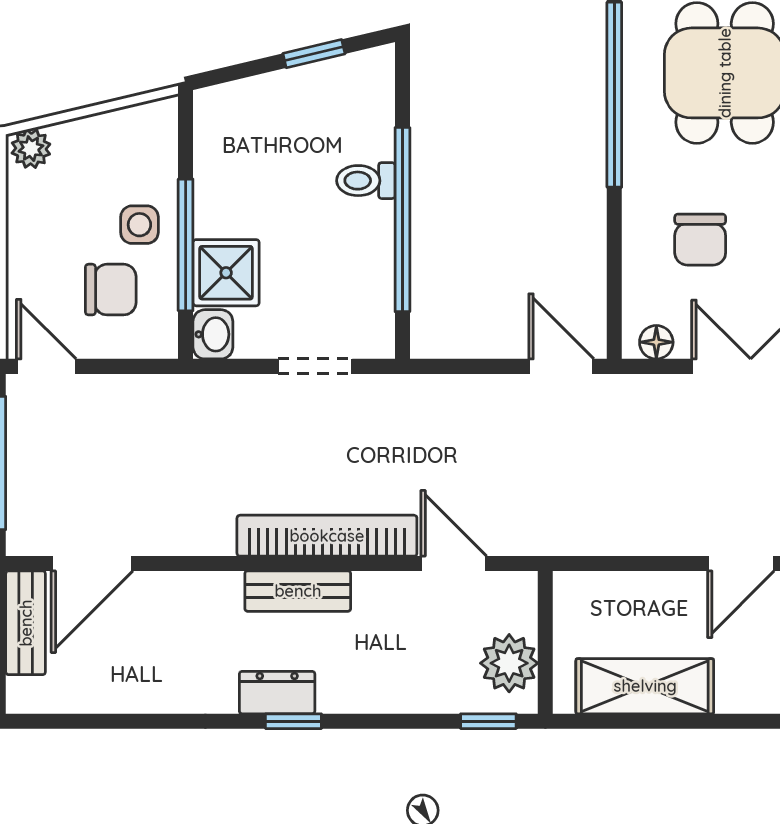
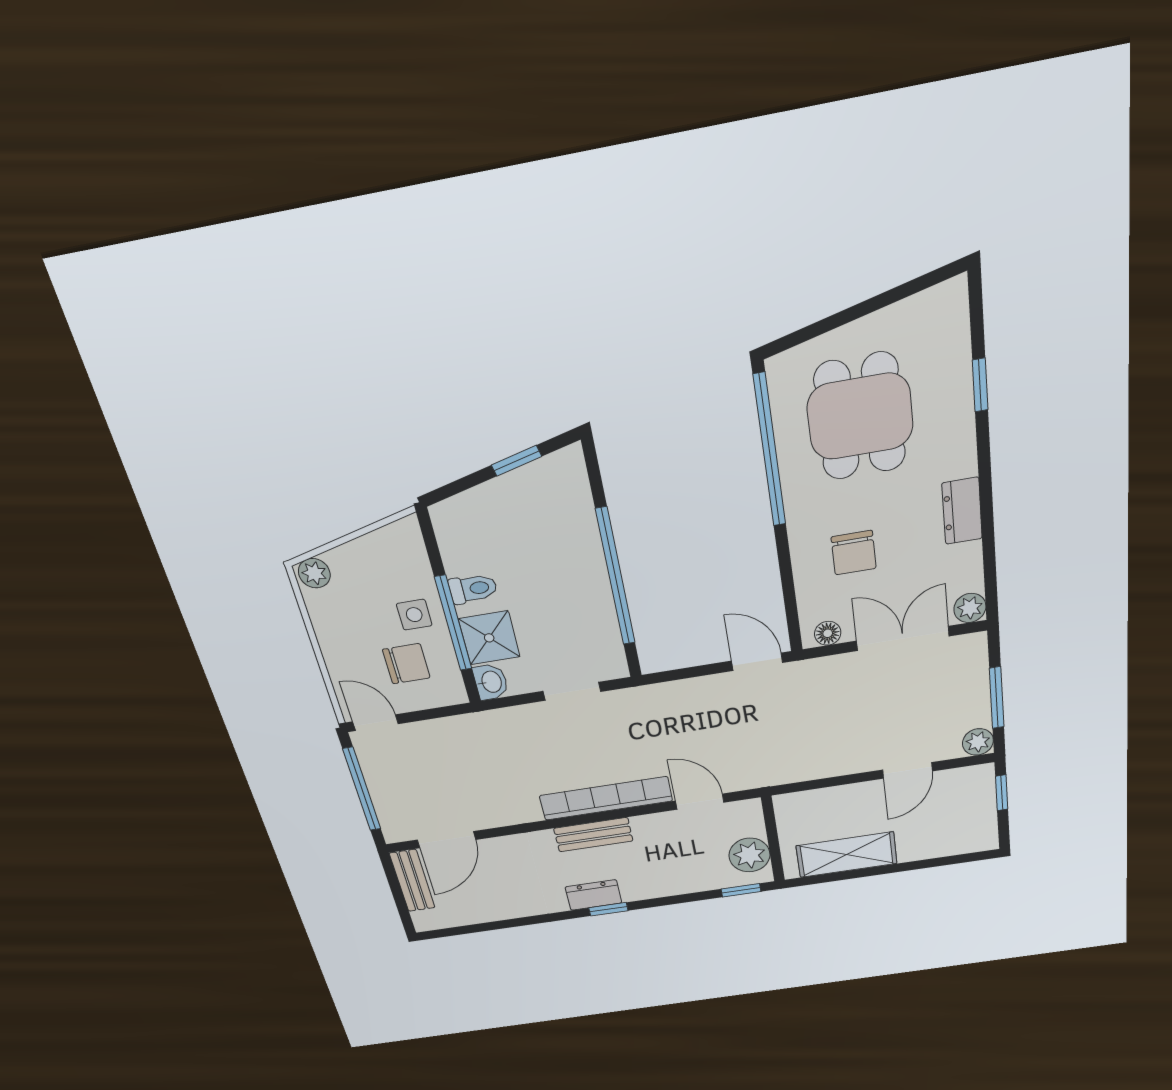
toilet: (366, 181) -> (473, 589), moved, turned 180

